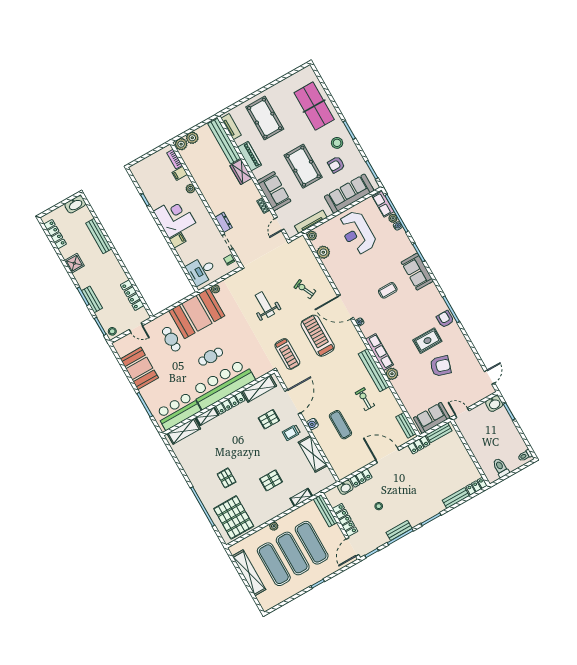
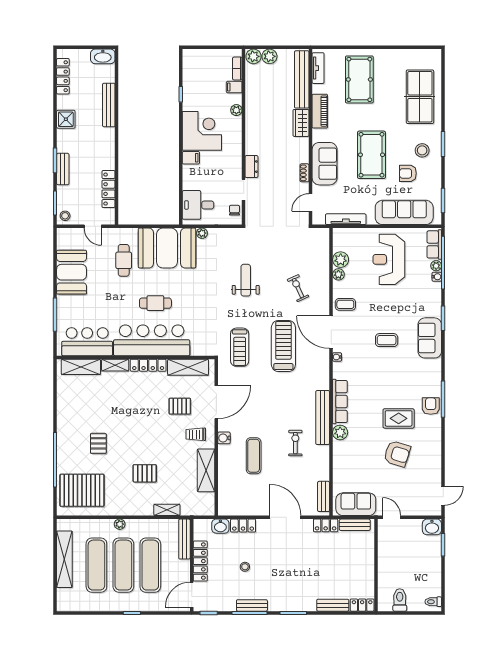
plant: (312, 236) -> (338, 274), moved
coffee table: (345, 282) -> (345, 304), added
pallet: (234, 517) -> (82, 490), turned 90

